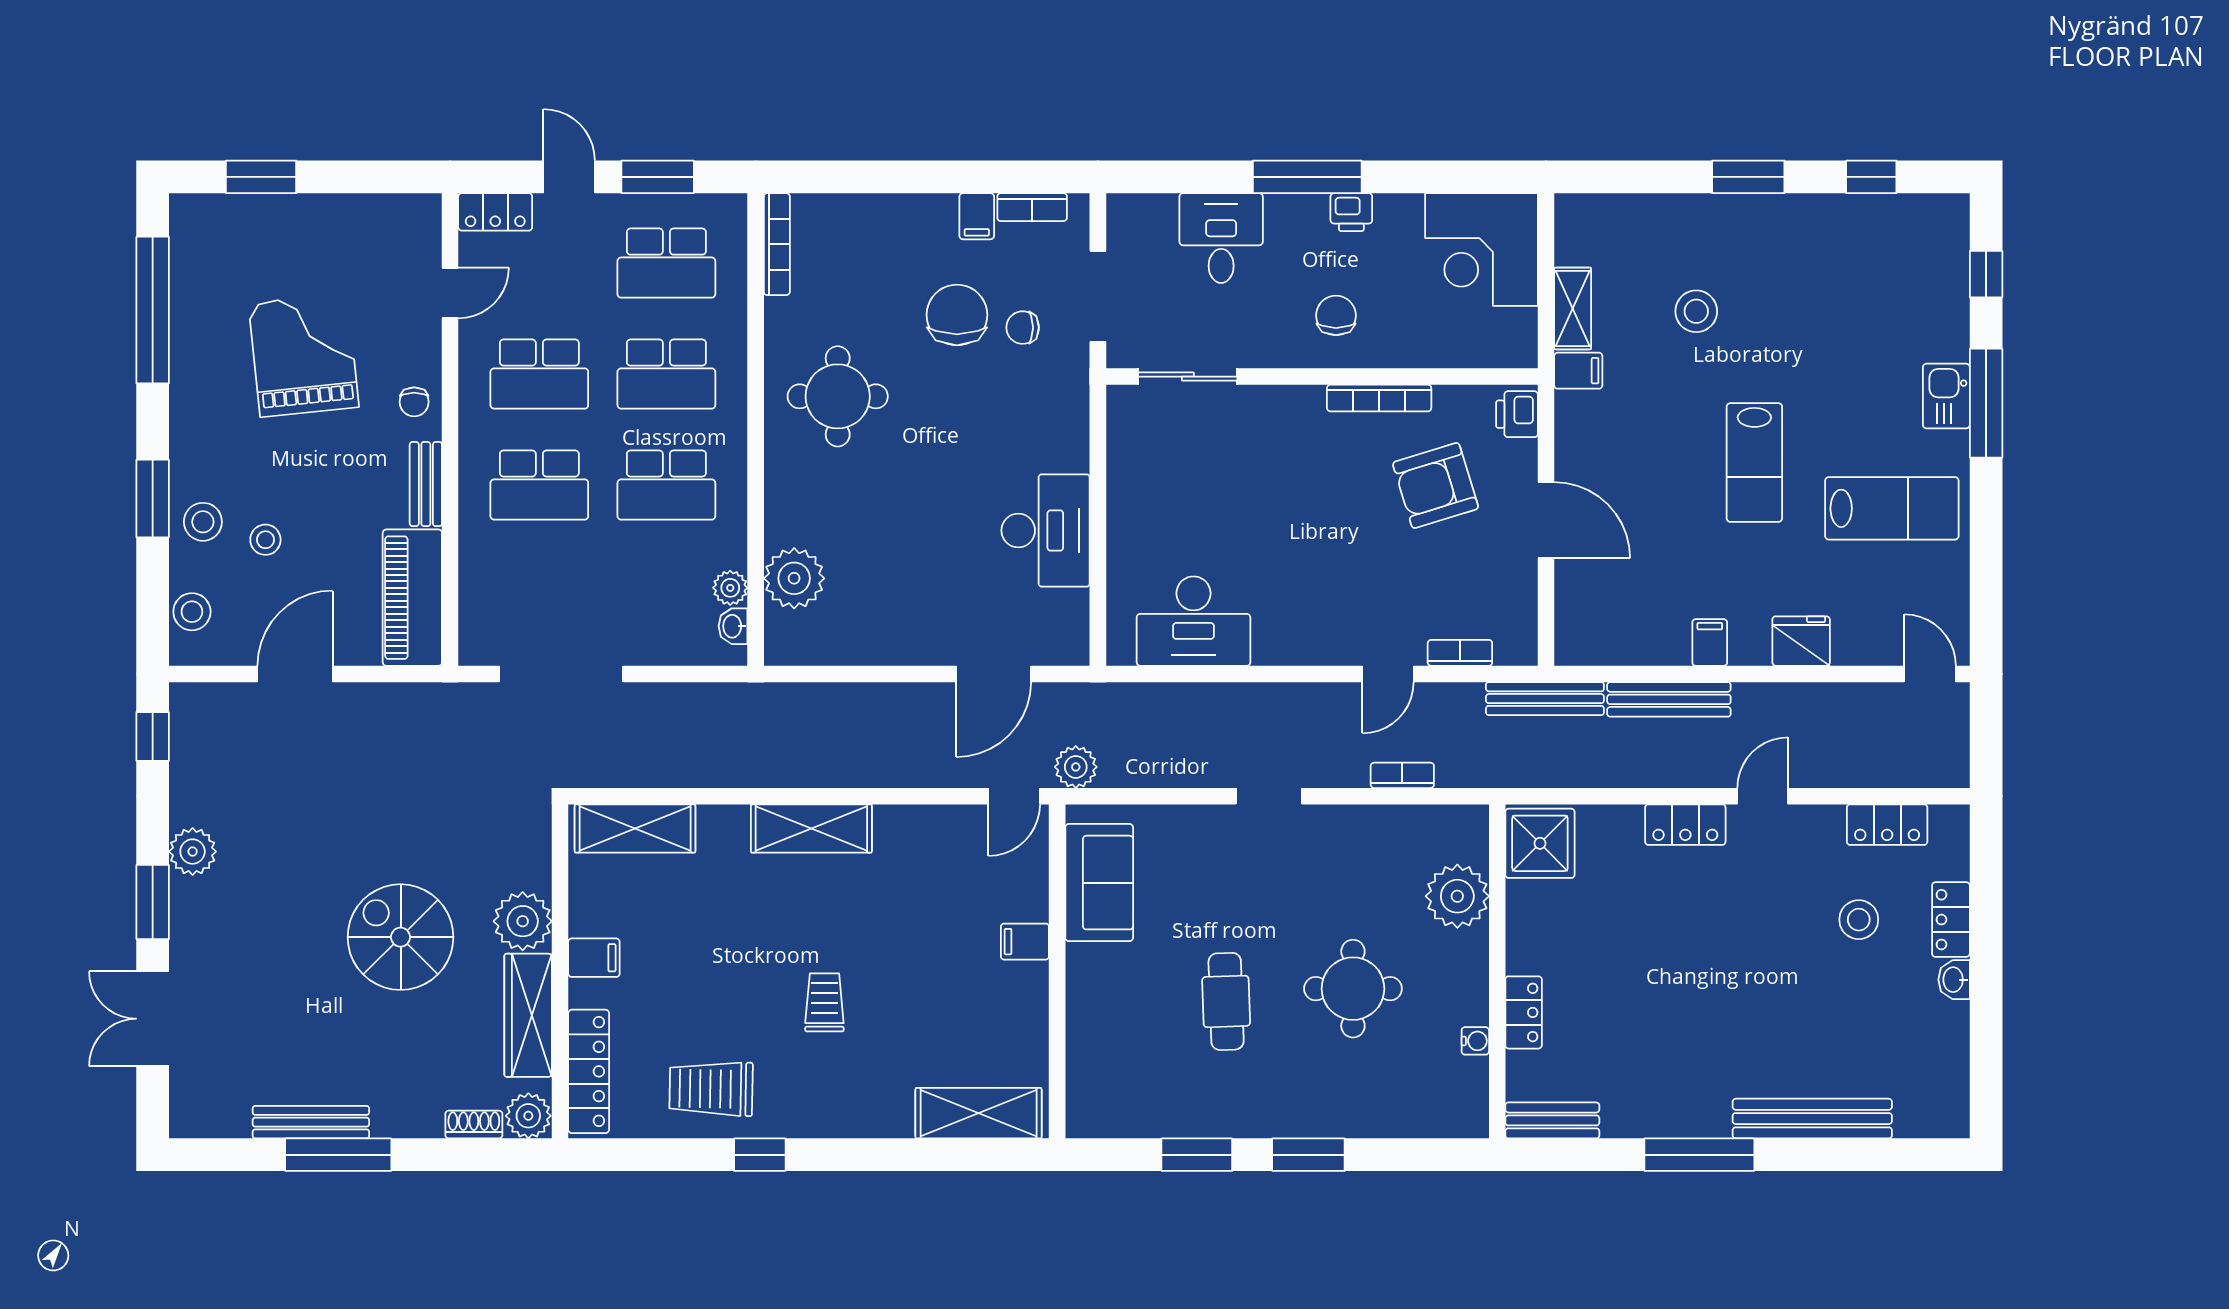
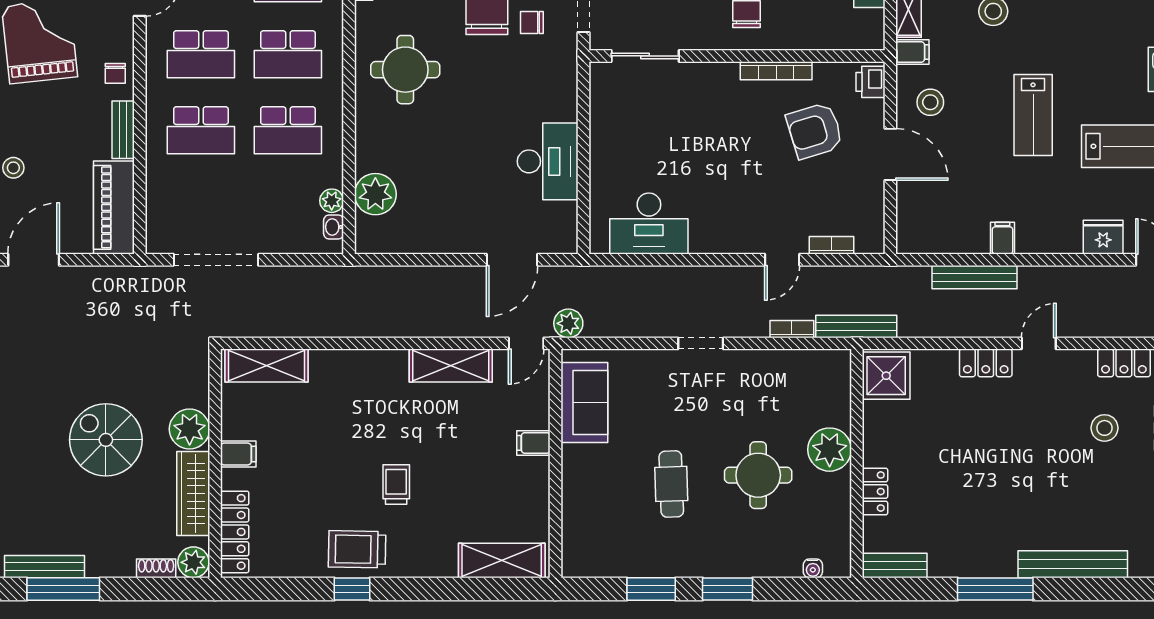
stool: (1604, 444) -> (930, 102), added
fridge: (1801, 641) -> (1103, 237), moved
bench: (1545, 699) -> (856, 326), moved
shelving: (811, 829) -> (451, 366), moved
plant: (1457, 896) -> (830, 450), moved
water cooler: (1475, 1041) -> (813, 568), moved, turned 90
trolley: (711, 1089) -> (357, 549), moved

